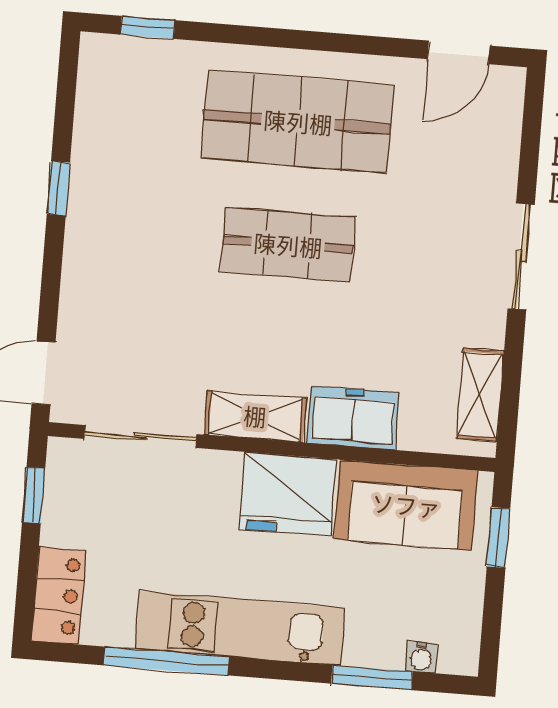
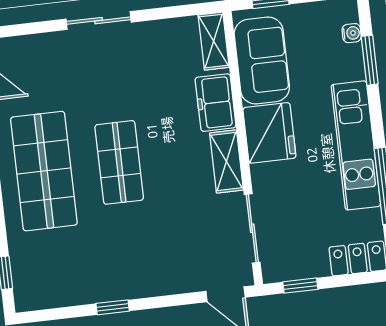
shelving: (480, 395) -> (214, 41), moved, turned 90

